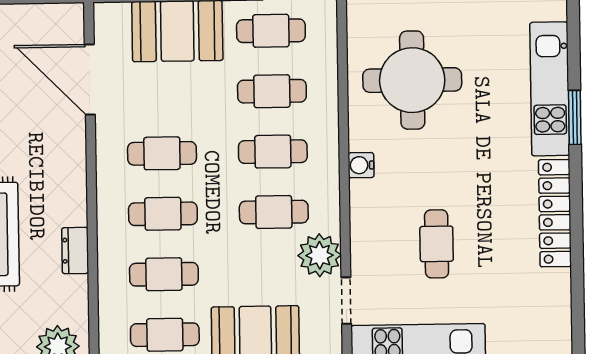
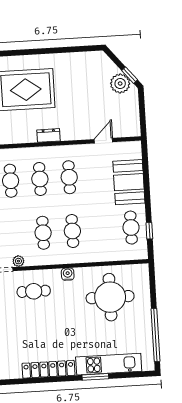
door: (90, 80) -> (103, 141), width x0.53
cafe table: (272, 91) -> (102, 229), removed
cafe table: (437, 244) -> (34, 291), moved
dresser: (75, 251) -> (49, 135), moved
plant: (320, 255) -> (18, 261), width x0.53, depth x0.53

